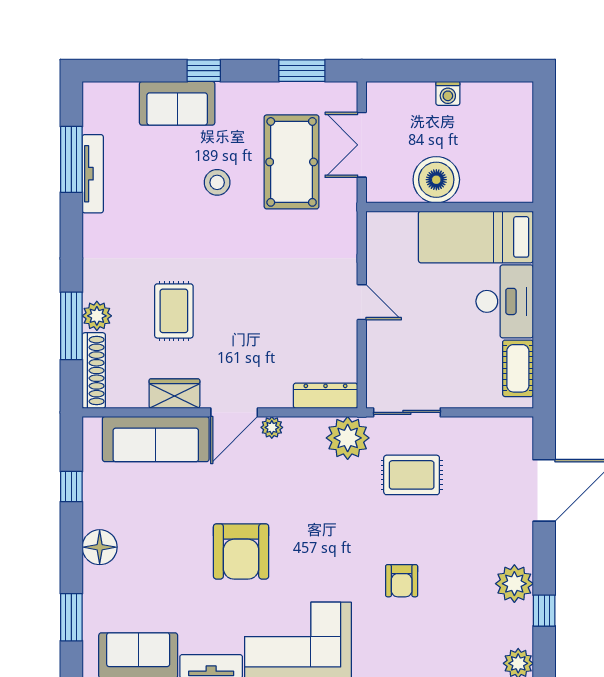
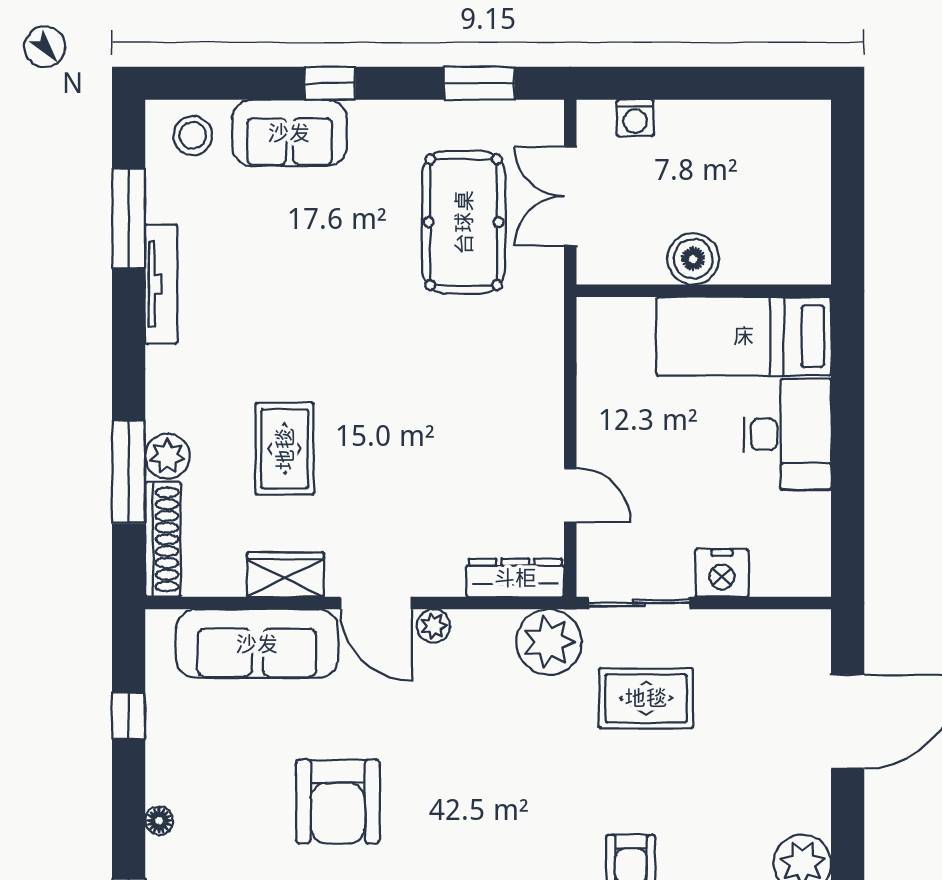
washing machine: (448, 93) -> (635, 118), moved
tv unit: (93, 174) -> (161, 284), moved
boiler: (436, 180) -> (693, 259), width x0.73, depth x0.73
stool: (217, 182) -> (193, 136), moved
door: (362, 302) -> (570, 495), moved
cot: (518, 368) -> (808, 536), removed
nightstand: (461, 393) -> (722, 573), added
door: (234, 412) -> (376, 603), hinge flipped
floor lamp: (100, 547) -> (159, 821), width x0.53, depth x0.53
armchair: (241, 551) -> (338, 801), moved

